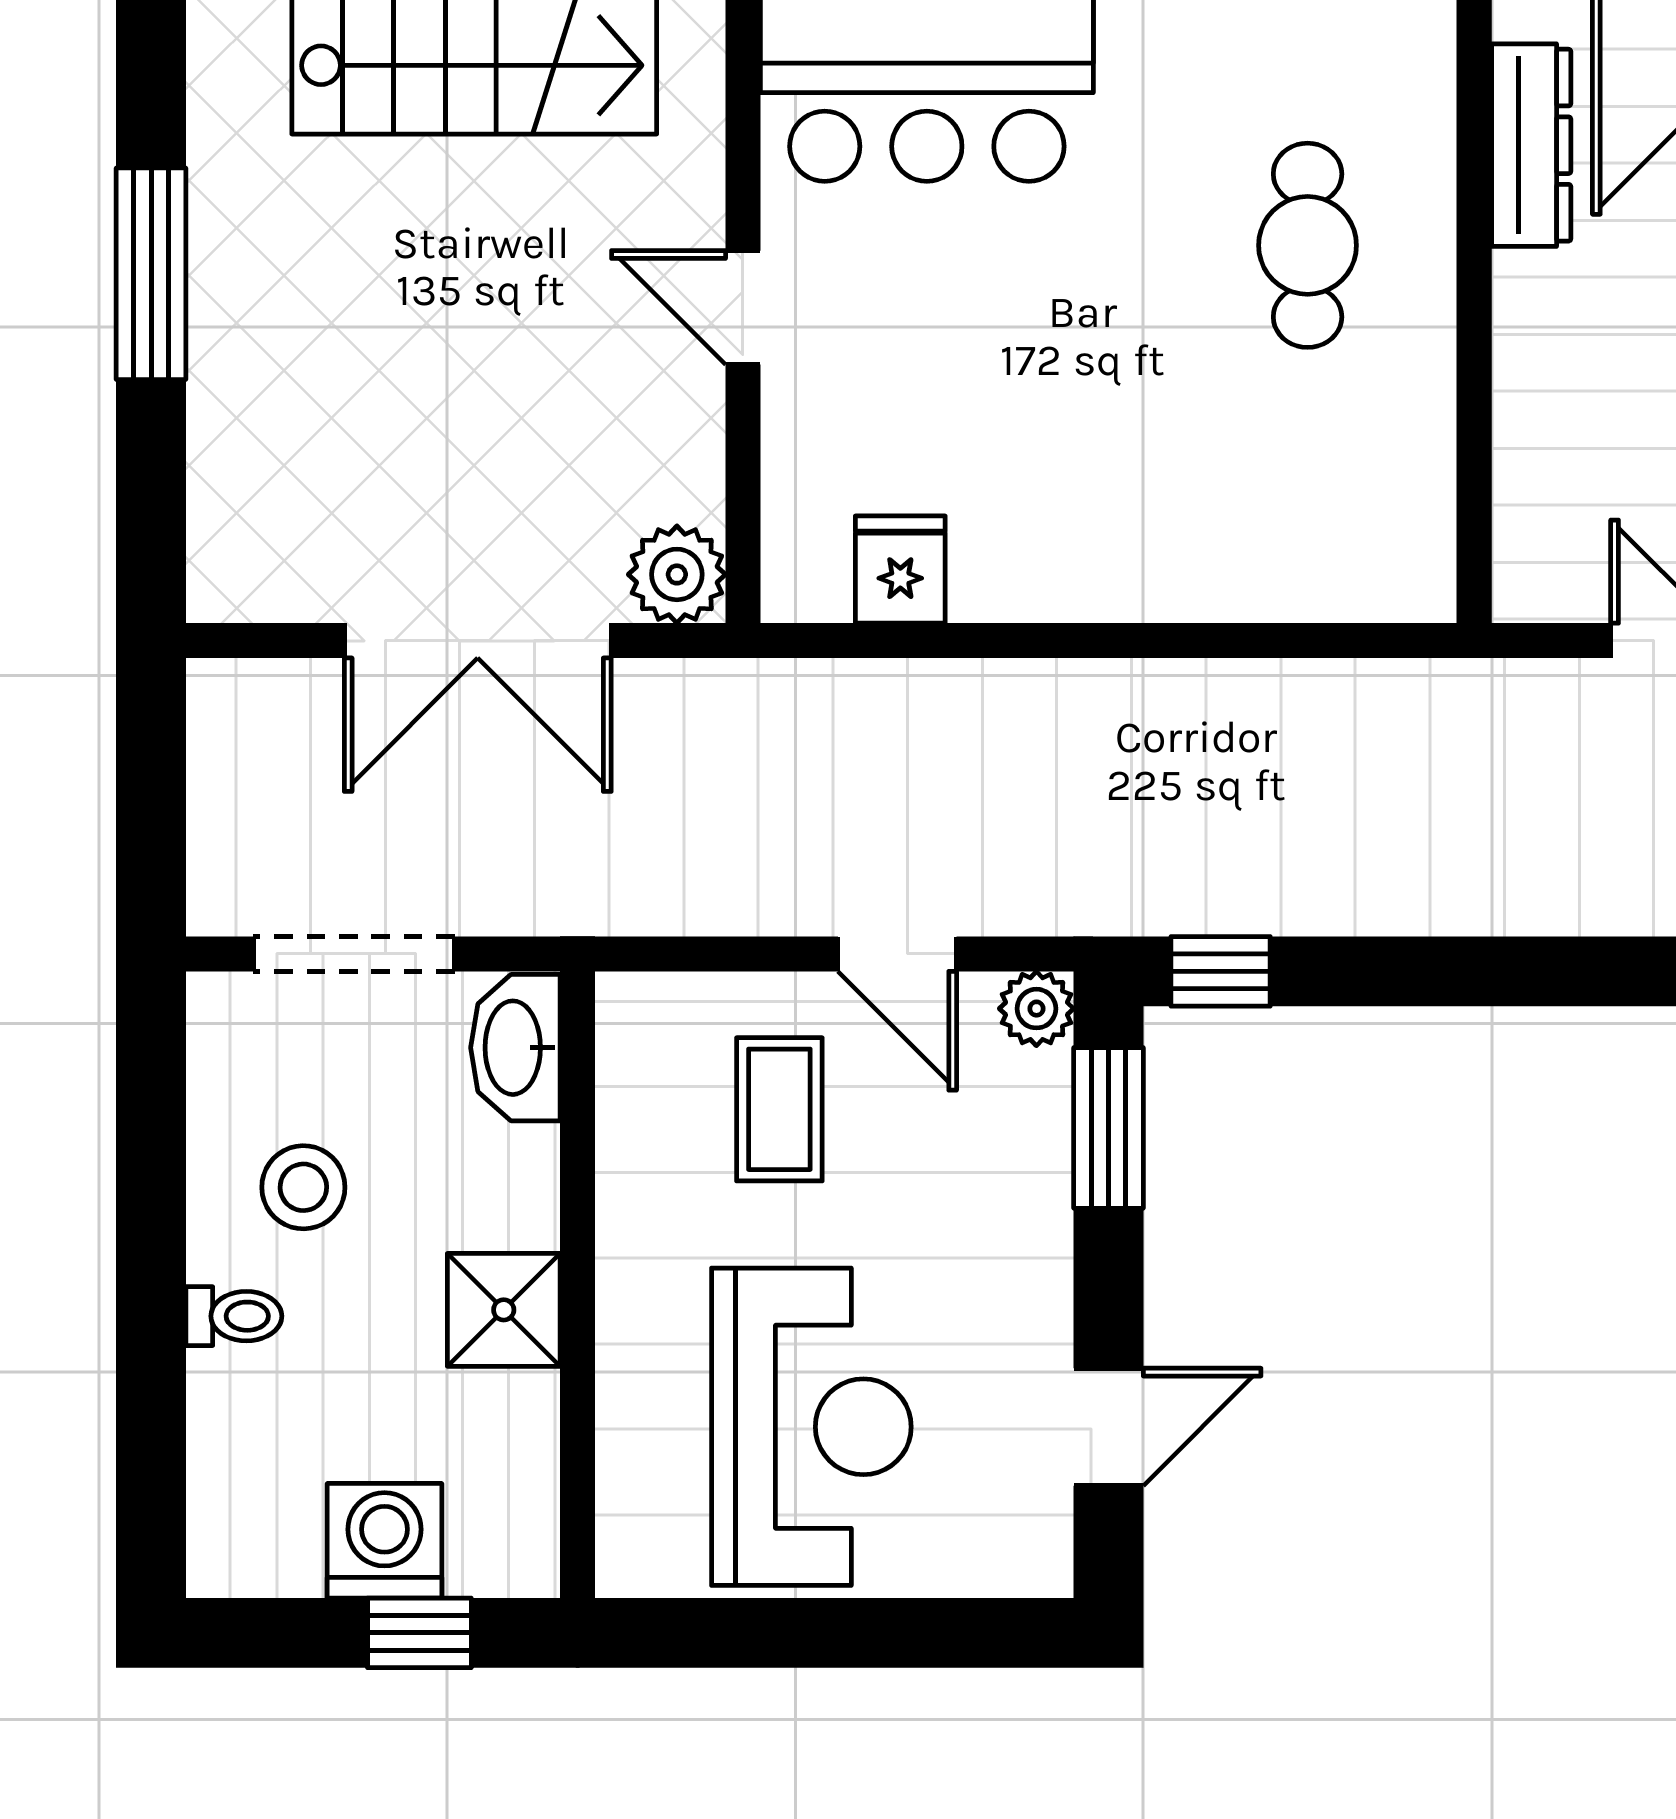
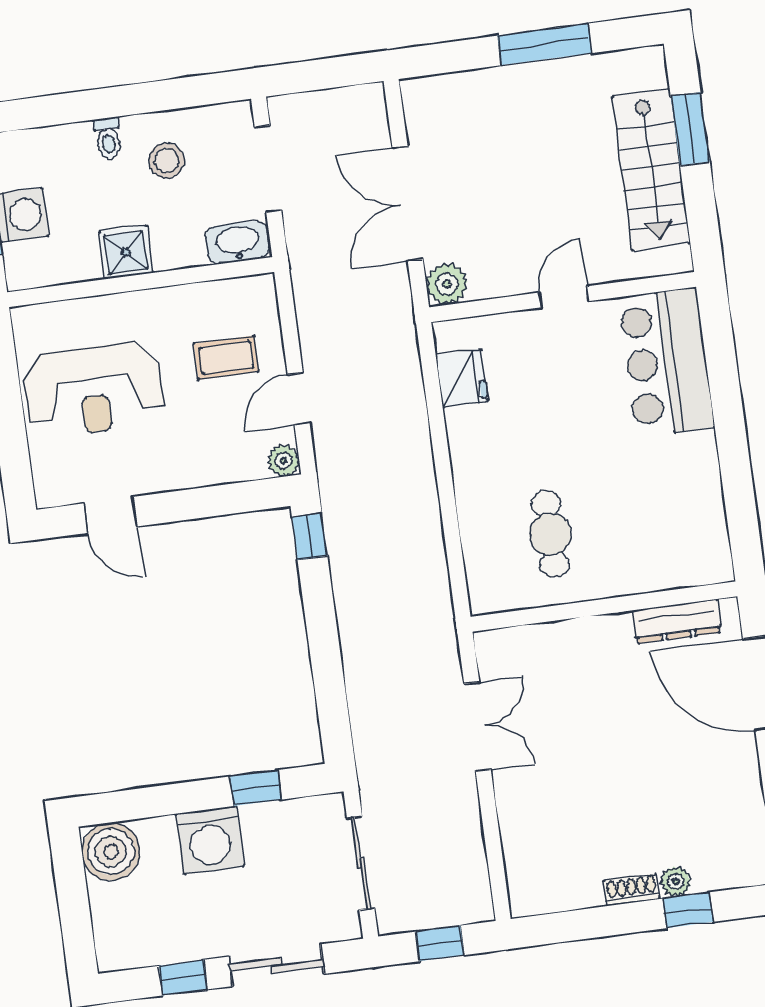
cafe table: (1308, 245) -> (550, 534), moved, turned 90
fridge: (900, 570) -> (462, 378), width x1.38
window: (1109, 1128) -> (237, 498), removed

